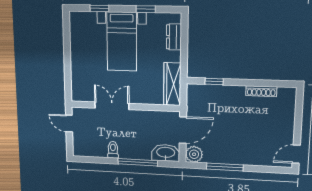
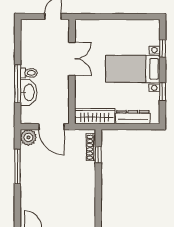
dresser: (174, 37) -> (133, 117), width x1.44
shoe rack: (261, 91) -> (91, 147), moved
toilet: (113, 150) -> (29, 73), moved
washbasin: (166, 153) -> (28, 92), moved

